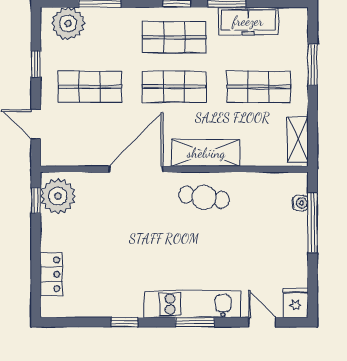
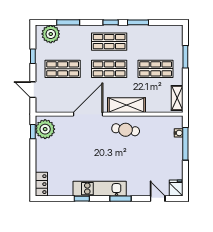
freezer: (248, 21) -> (150, 33), removed
locker: (51, 274) -> (41, 184), moved
kitchen unit: (192, 304) -> (100, 189), moved

